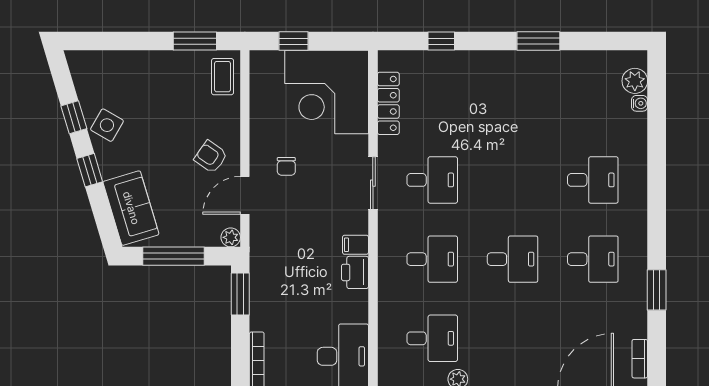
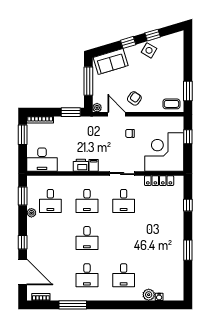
plant: (635, 81) -> (149, 295), moved
window: (657, 290) -> (73, 305), width x1.44

